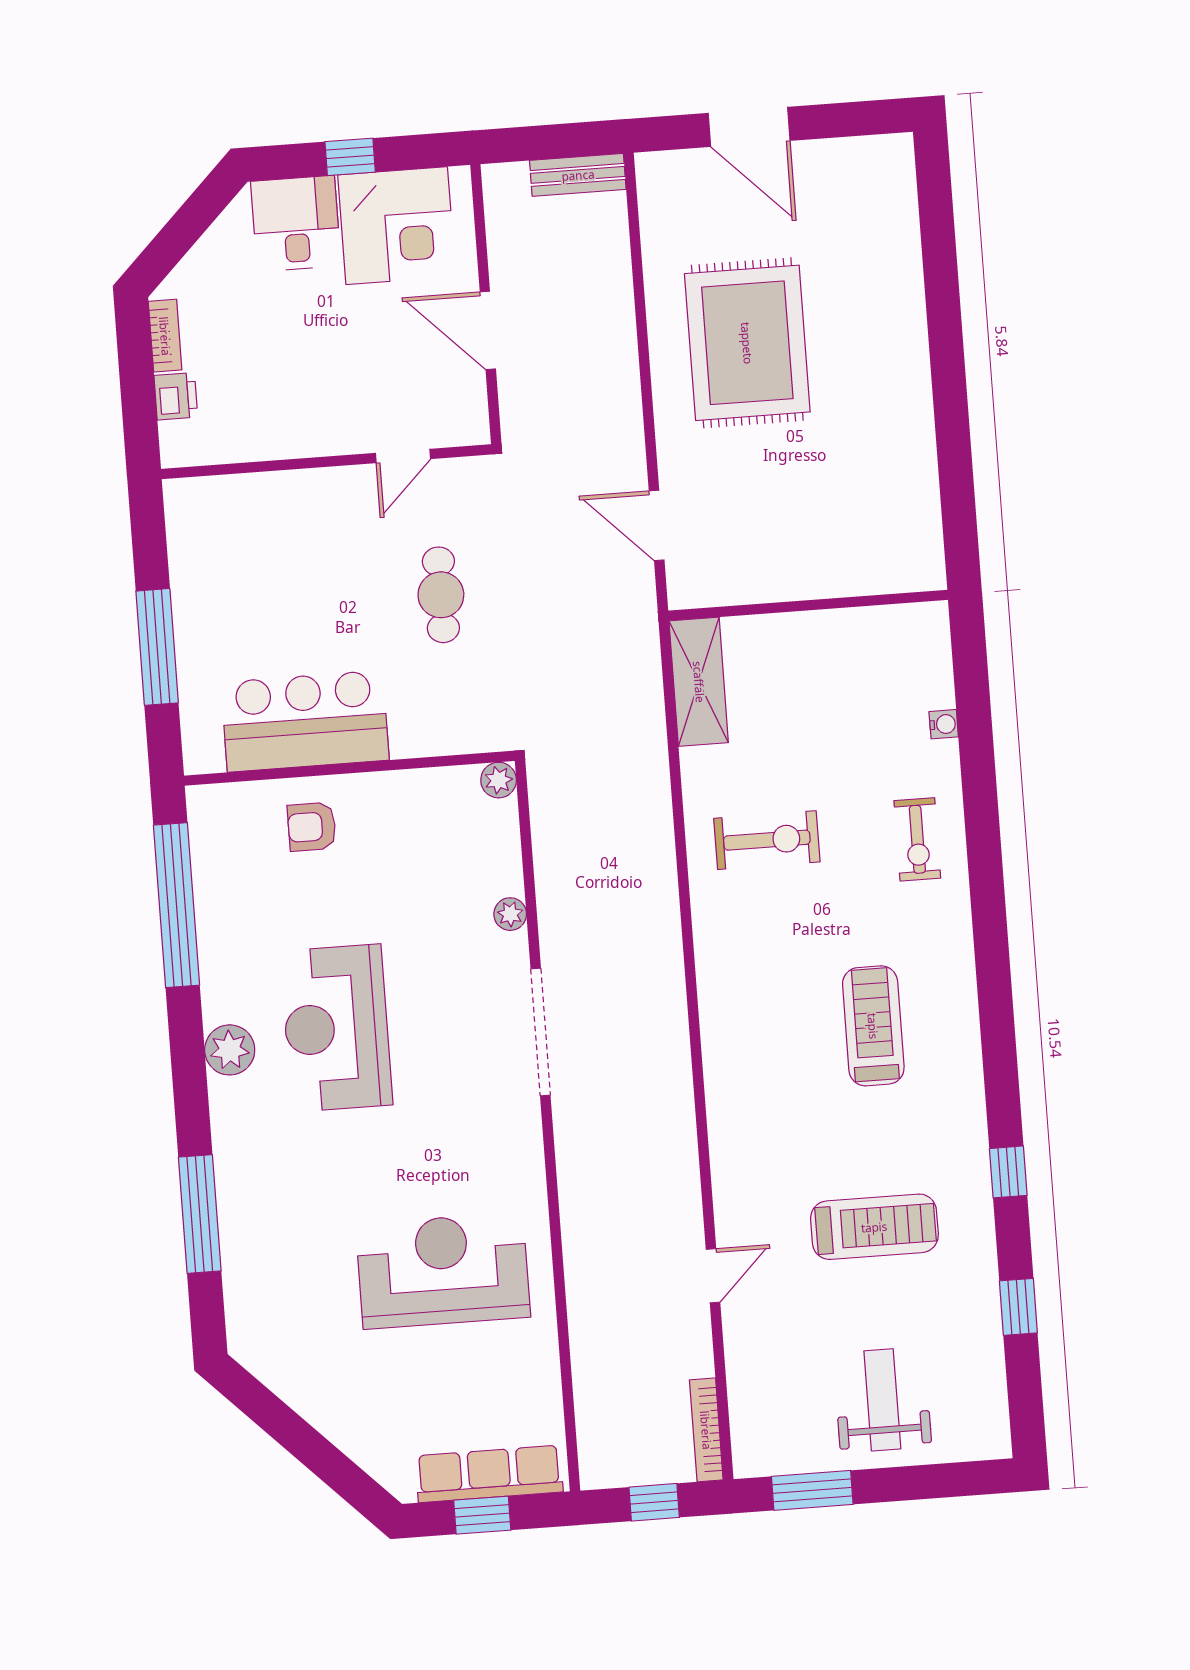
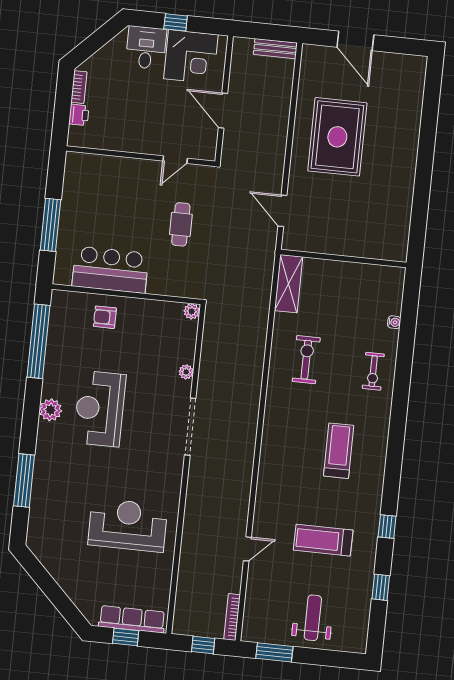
exercise bike: (767, 840) -> (306, 360), turned -90
treadmill: (874, 1227) -> (323, 540), turned 180

